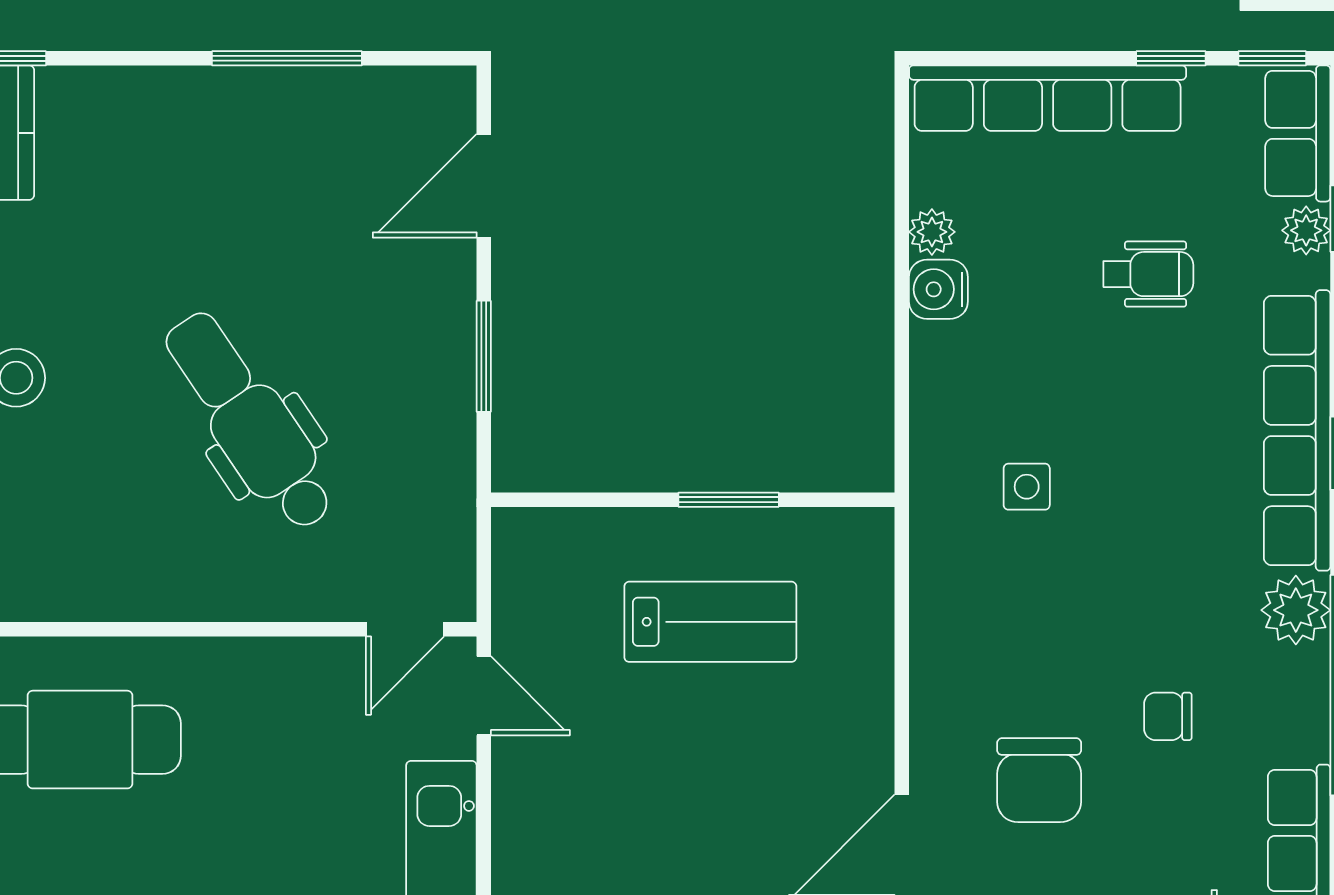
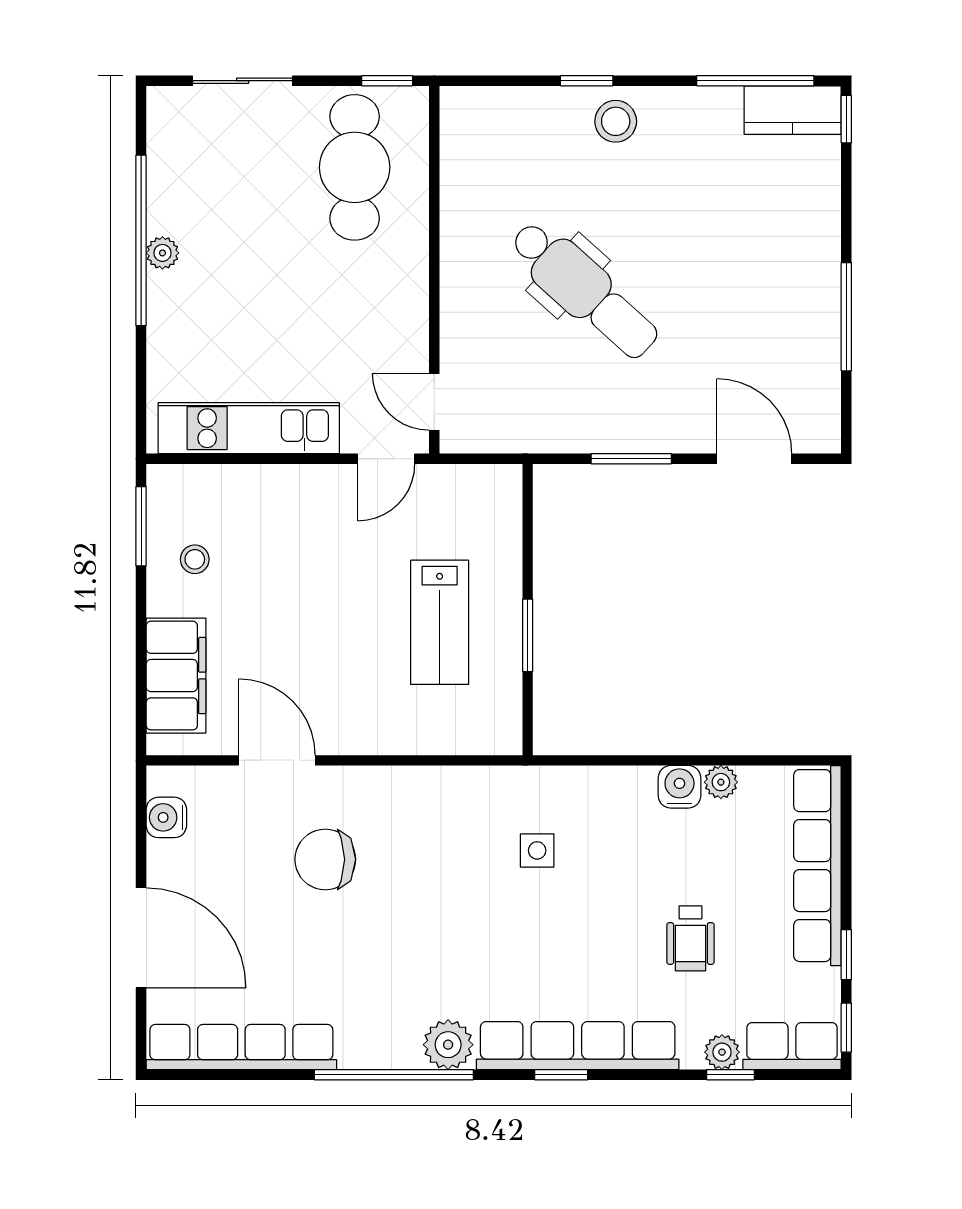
dental chair: (250, 422) -> (584, 290), turned 76
chair: (1168, 716) -> (371, 952), removed

